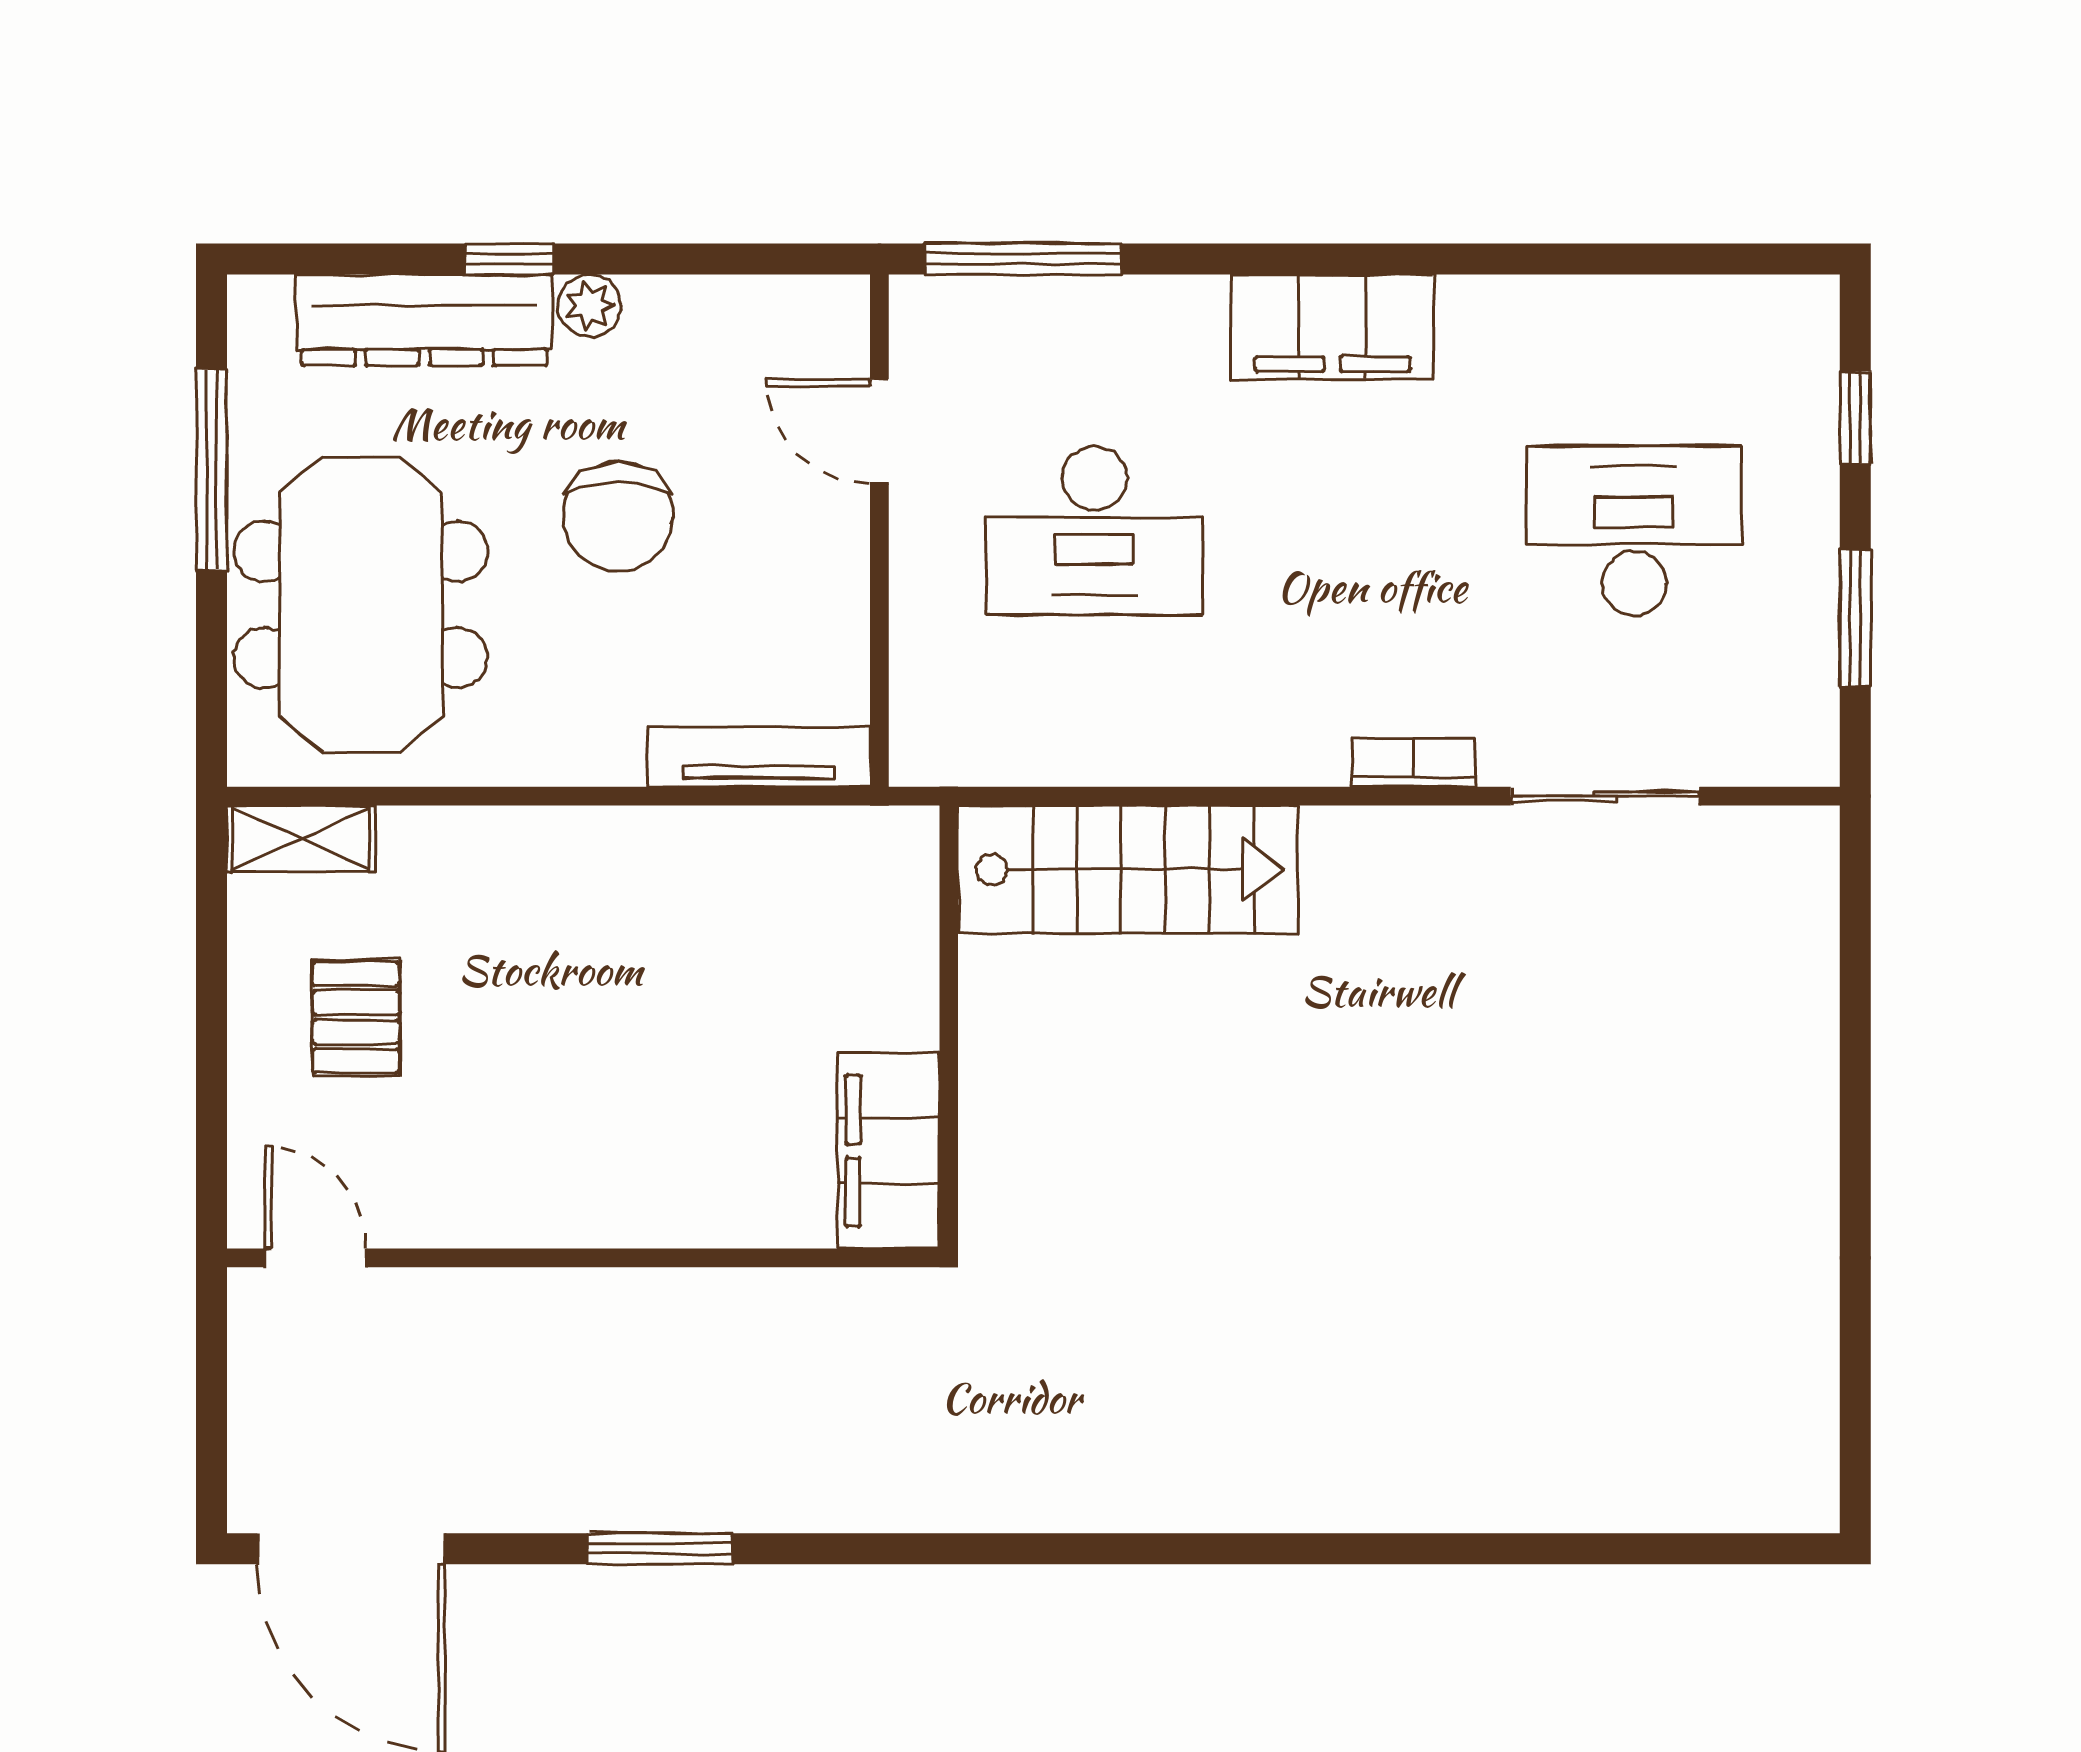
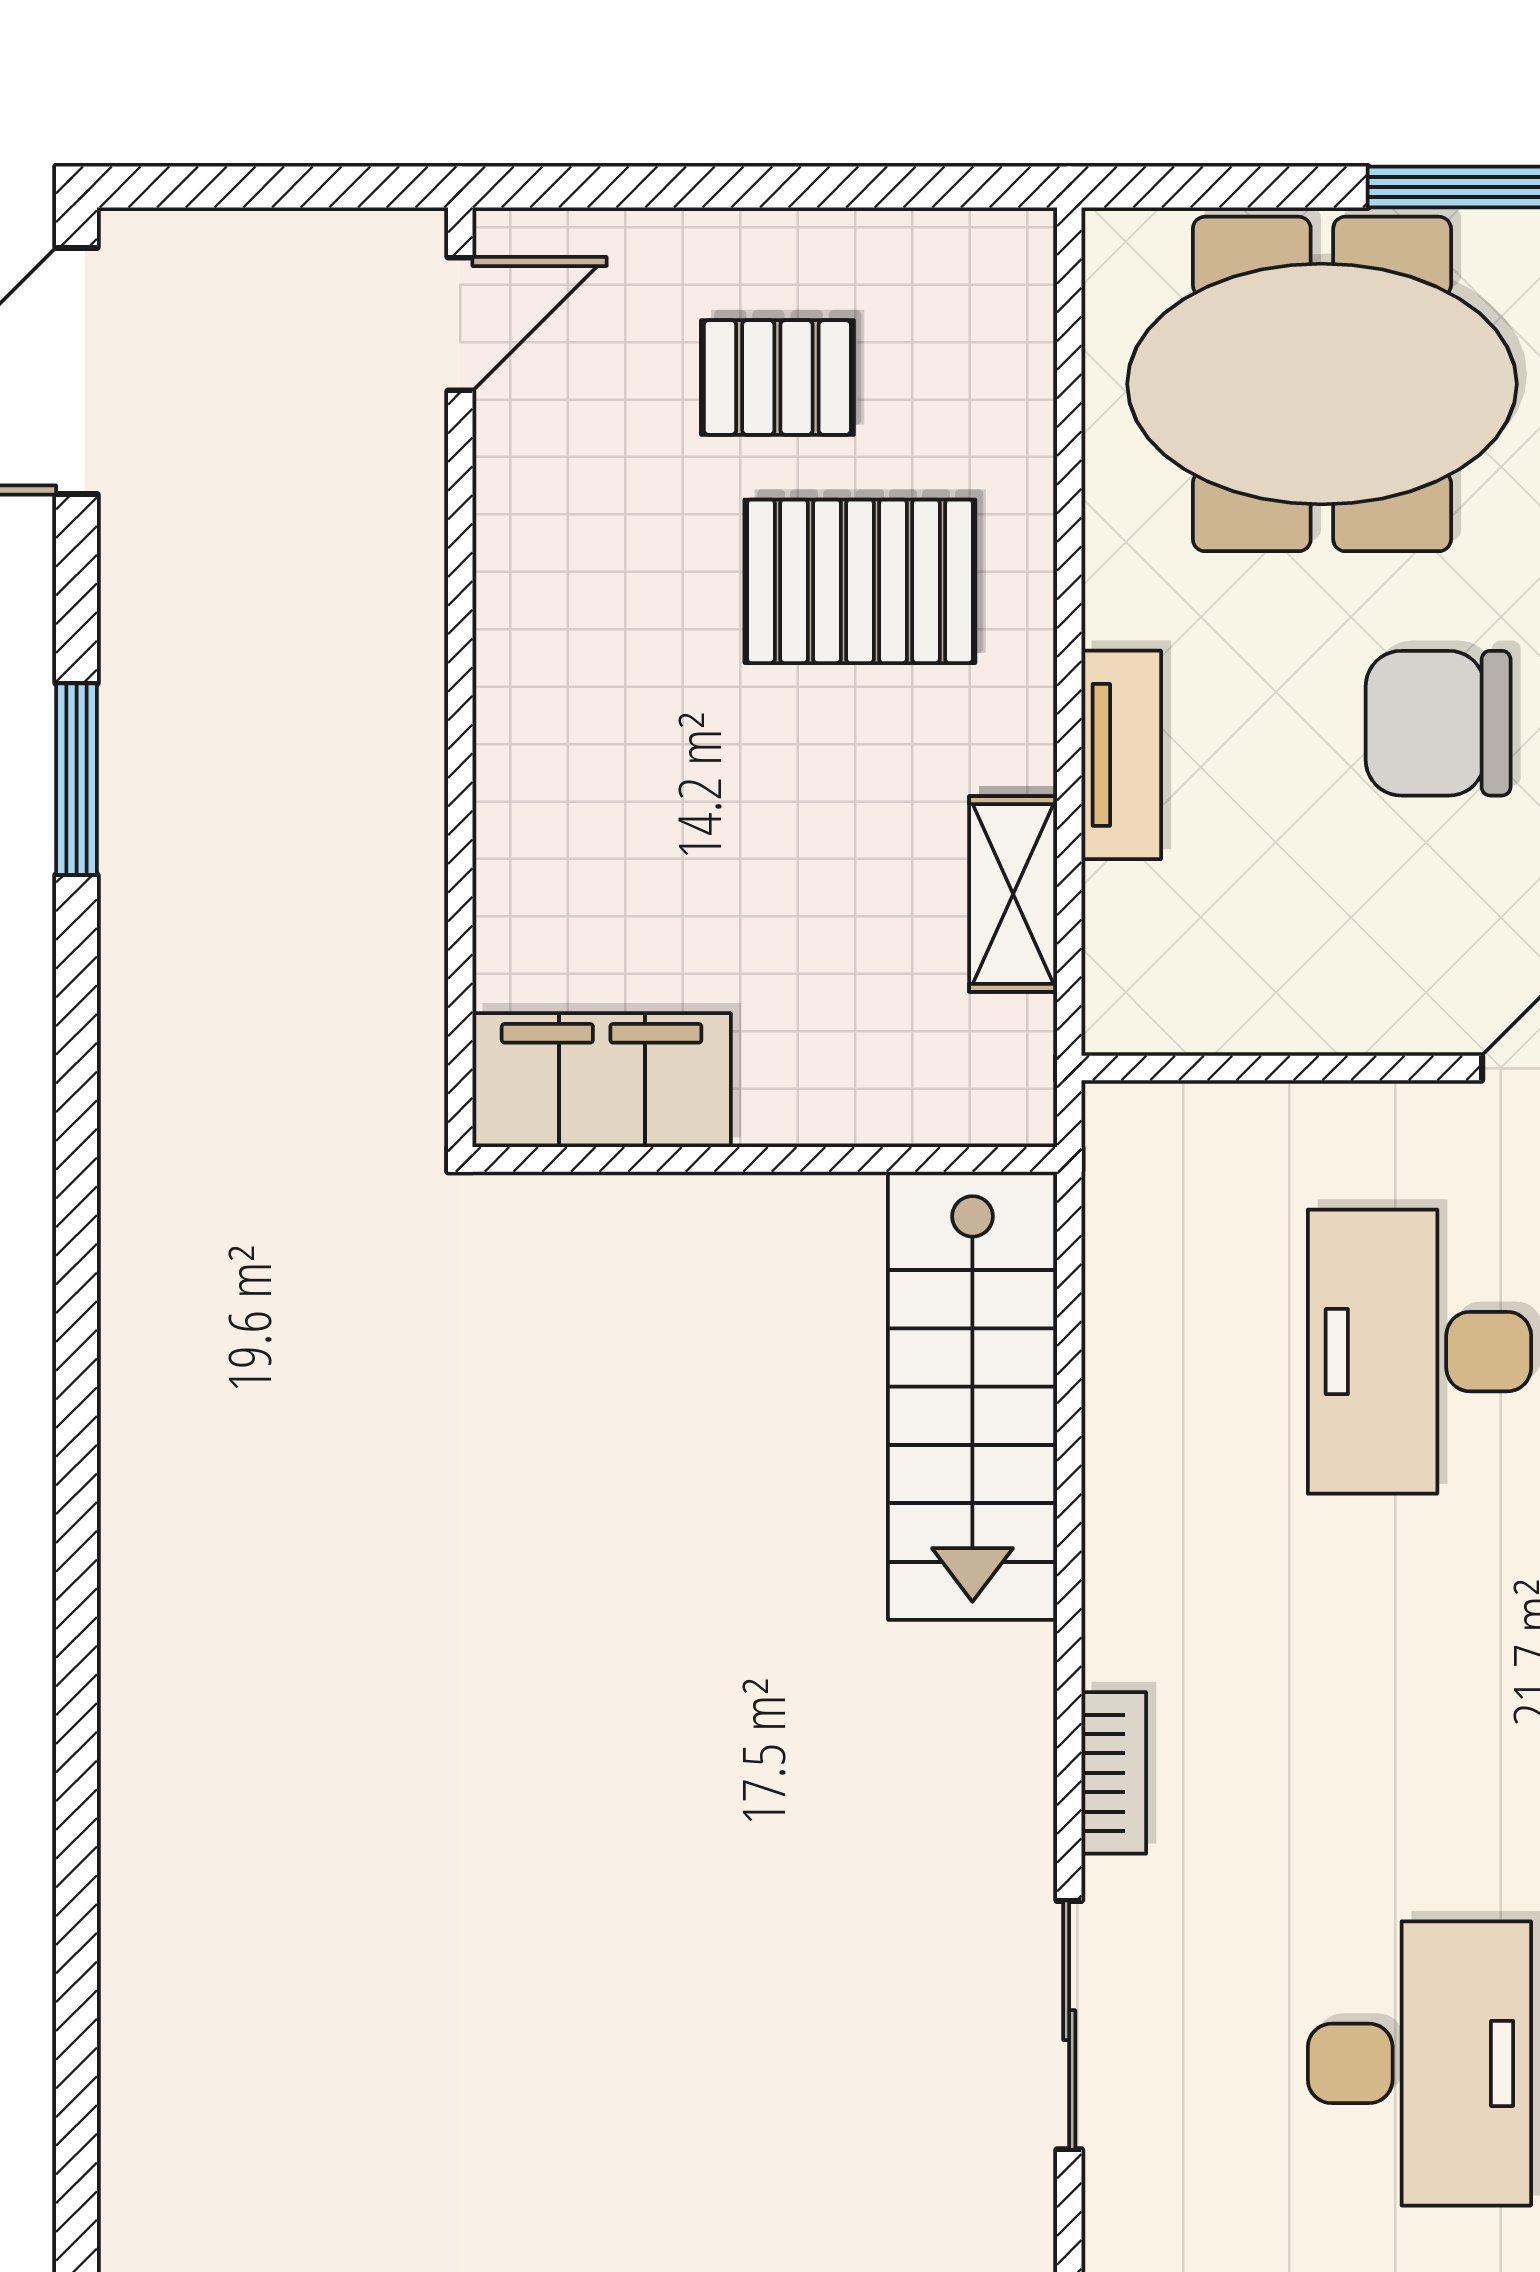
tv unit: (759, 757) -> (1121, 755), moved, width x0.71
shelving: (301, 839) -> (1013, 894), moved
pallet: (510, 955) -> (860, 581), added

